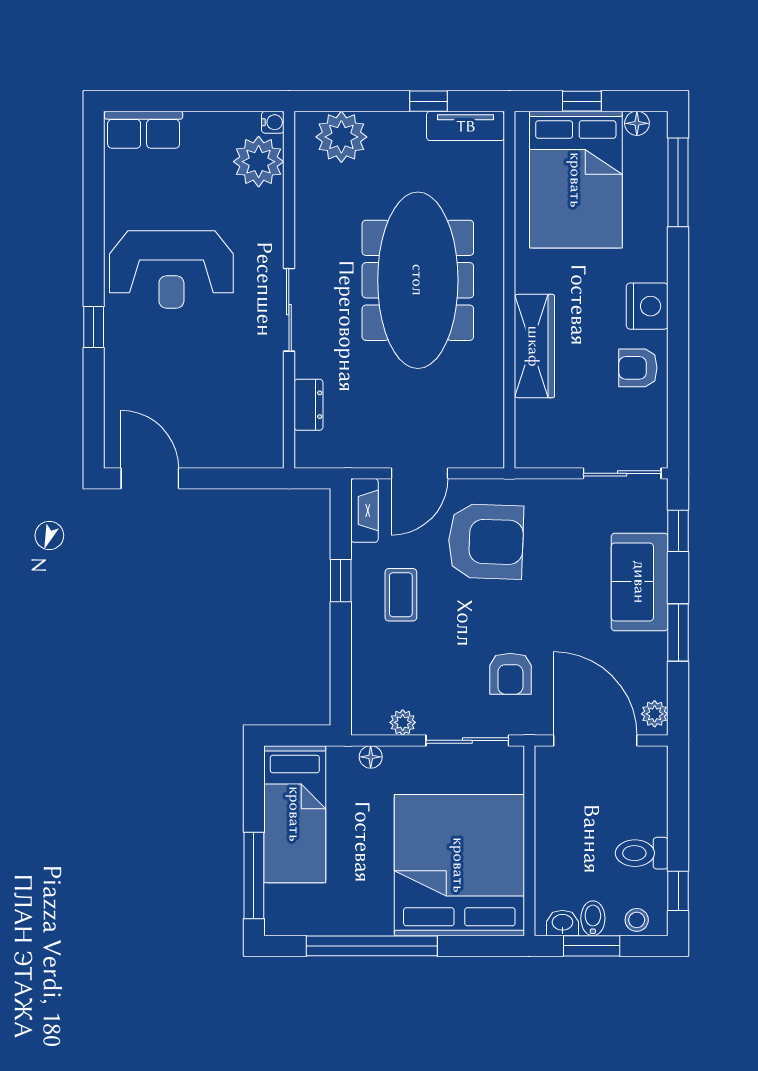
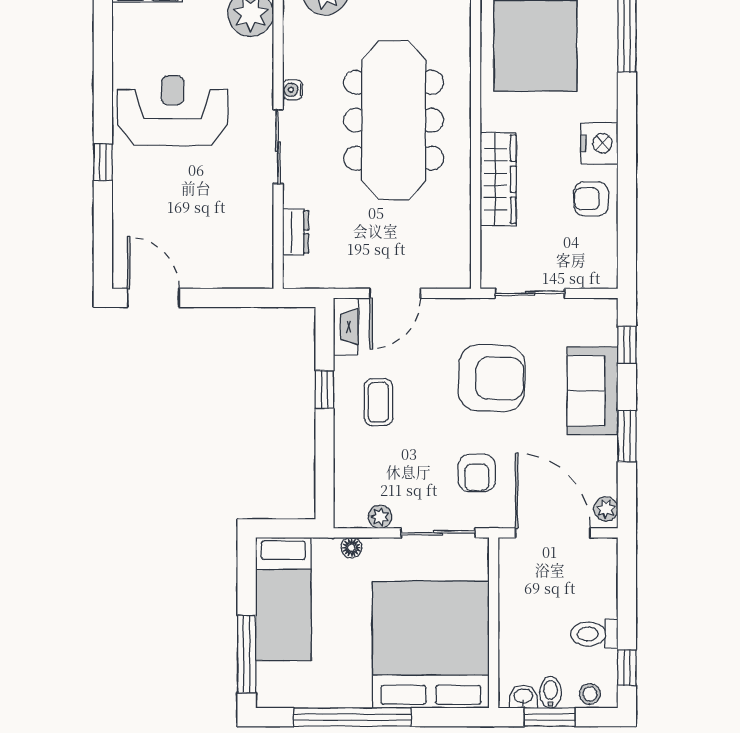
water cooler: (305, 246) -> (292, 90), added
reception desk: (171, 269) -> (173, 111), turned 180
sliding door: (622, 473) -> (530, 293), moved
armchair: (486, 542) -> (492, 378), moved

